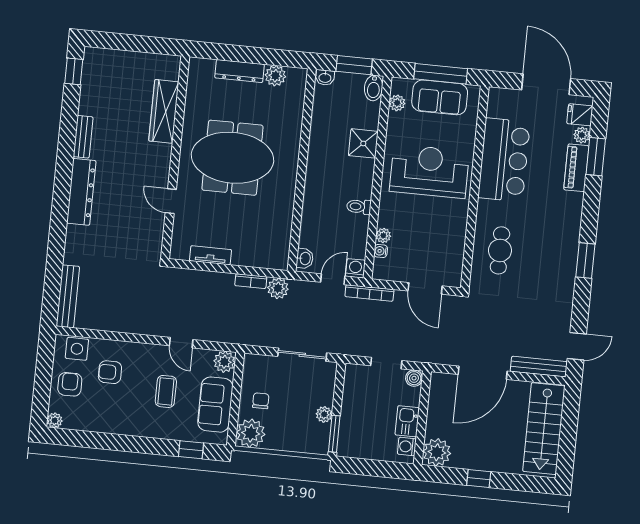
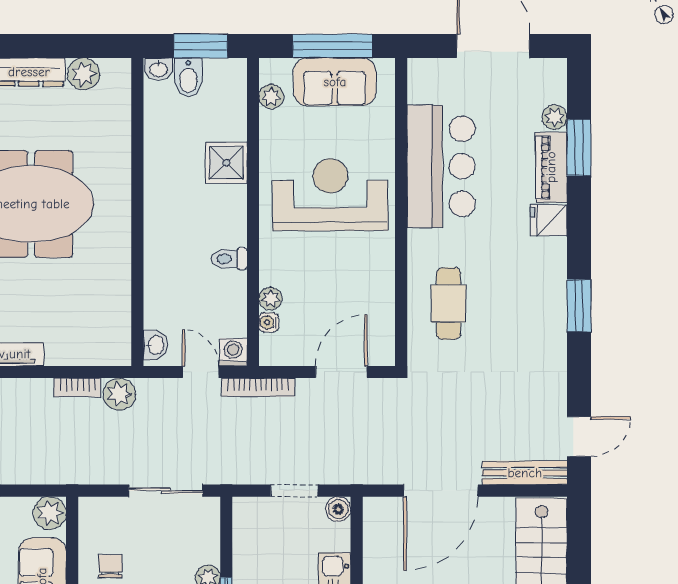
bidet: (374, 88) -> (188, 77), moved
fridge: (580, 115) -> (549, 220), moved
door: (333, 279) -> (201, 372), hinge flipped
door: (425, 288) -> (341, 372), swing flipped

